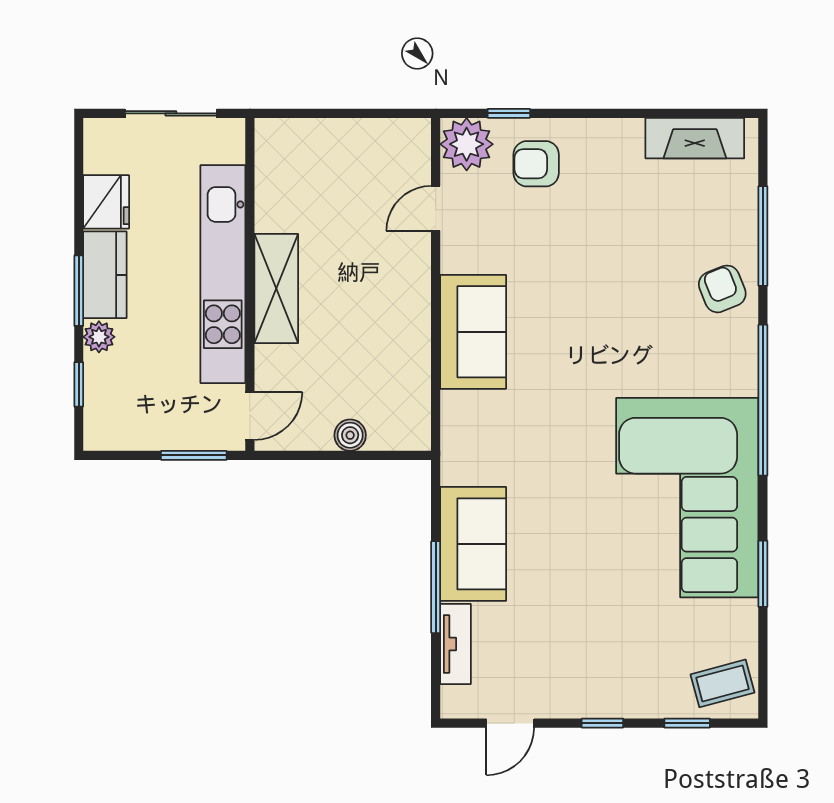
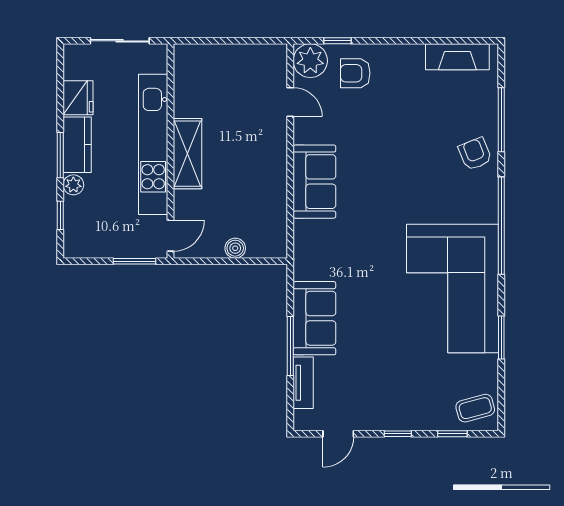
door: (436, 208) -> (290, 102), swing flipped

